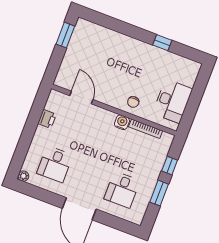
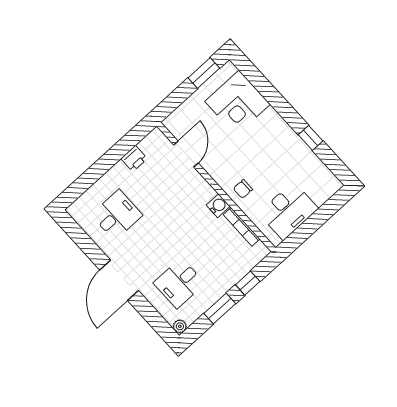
corner desk: (99, 44) -> (238, 103), added
desk: (55, 164) -> (117, 215), turned 180
plant: (23, 176) -> (180, 326), moved

